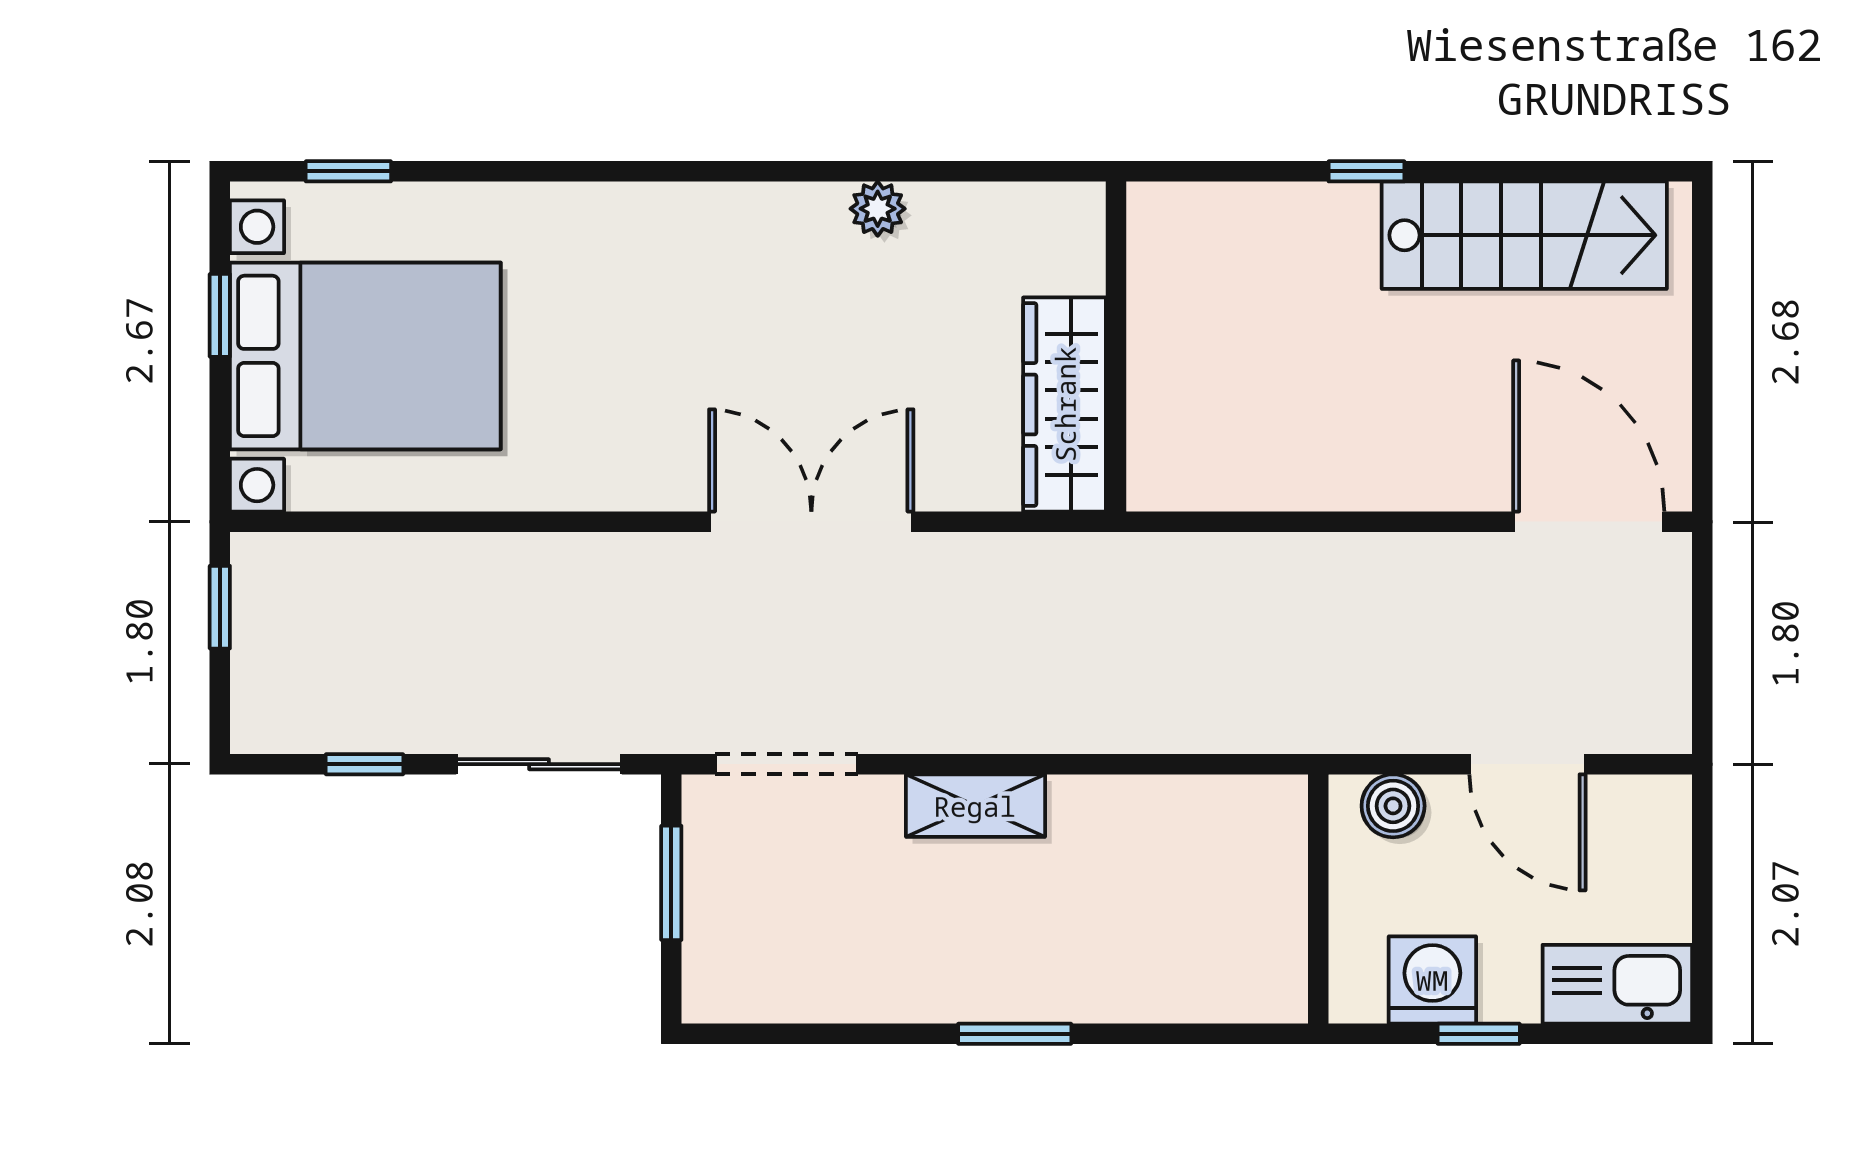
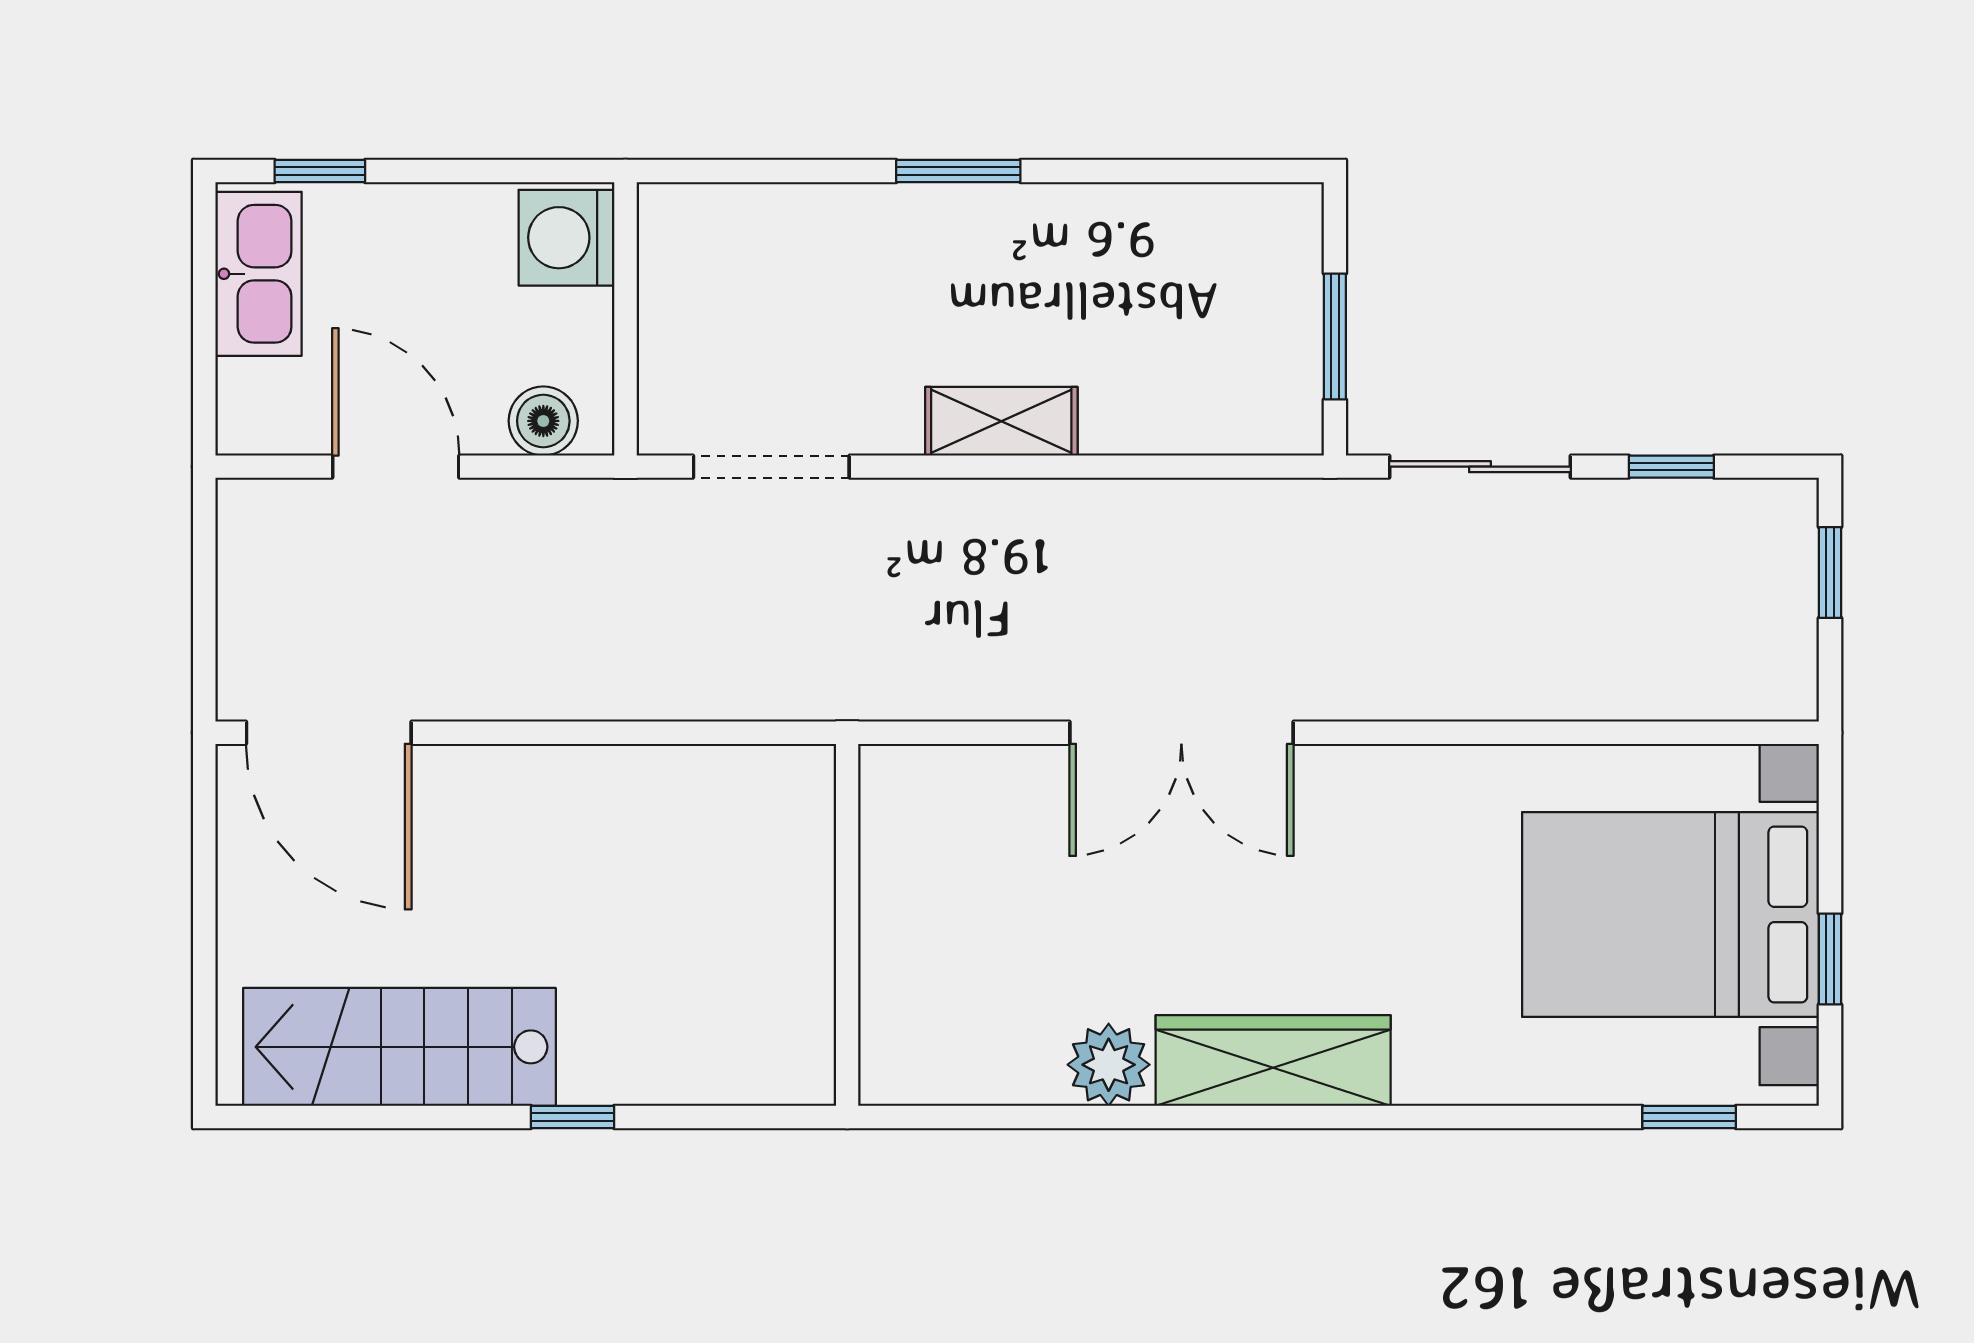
plant: (878, 209) -> (1109, 1065), width x1.38, depth x1.38
wardrobe: (1065, 404) -> (1273, 1061), moved, turned -90
window: (220, 607) -> (1830, 573), moved
doorway: (787, 764) -> (771, 467), moved
washing machine: (1432, 980) -> (566, 238), moved, turned 90
kitchen sink: (1617, 984) -> (258, 274), moved, turned -90
window: (1479, 1034) -> (320, 171), moved

